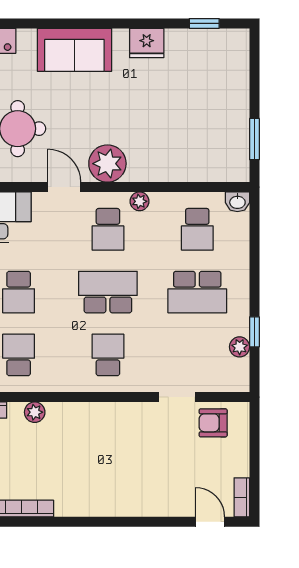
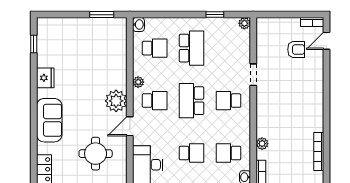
plant: (240, 347) -> (244, 23), moved
doorway: (177, 397) -> (253, 75), moved
armchair: (213, 423) -> (296, 49), moved, turned -90

